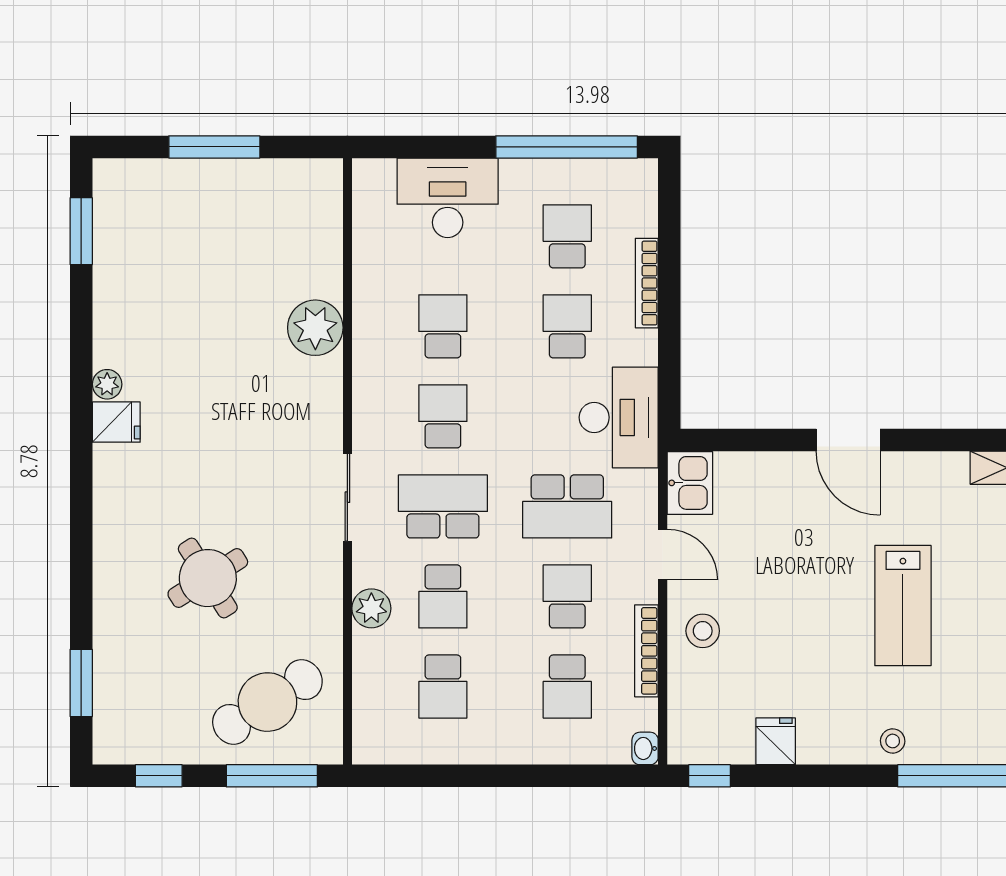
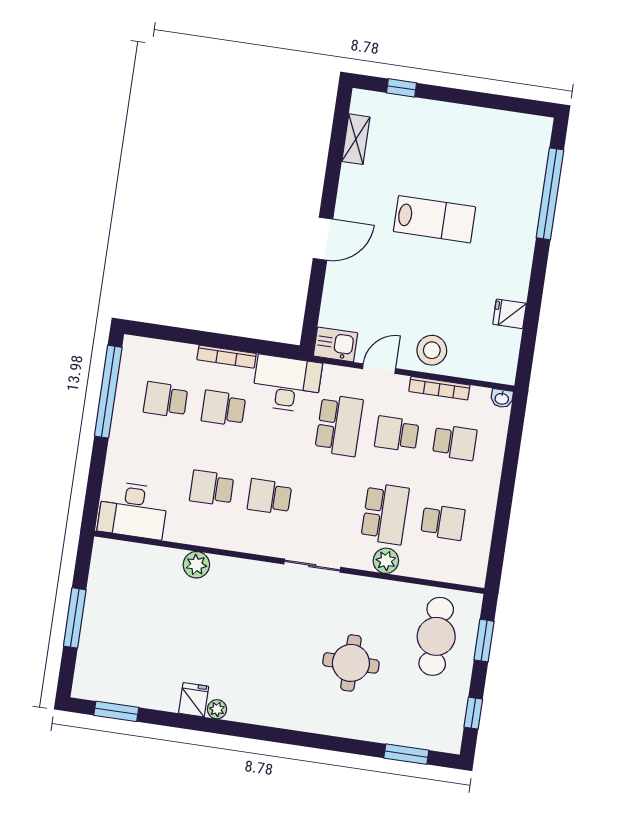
desk: (448, 198) -> (133, 510), moved, turned -90
bookcase: (647, 283) -> (227, 357), moved
plant: (315, 328) -> (196, 565), width x0.73, depth x0.73
fridge: (116, 422) -> (194, 700), moved
school desk: (443, 506) -> (327, 505), removed
round table: (208, 578) -> (351, 663), turned 32
school desk: (443, 596) -> (385, 514), width x1.85
stool: (703, 631) -> (432, 350), width x1.38, depth x1.38
cafe table: (267, 702) -> (436, 636), turned 32
stool: (893, 741) -> (520, 239), removed
window: (272, 776) -> (484, 641), width x0.69
window: (710, 776) -> (526, 360), removed

